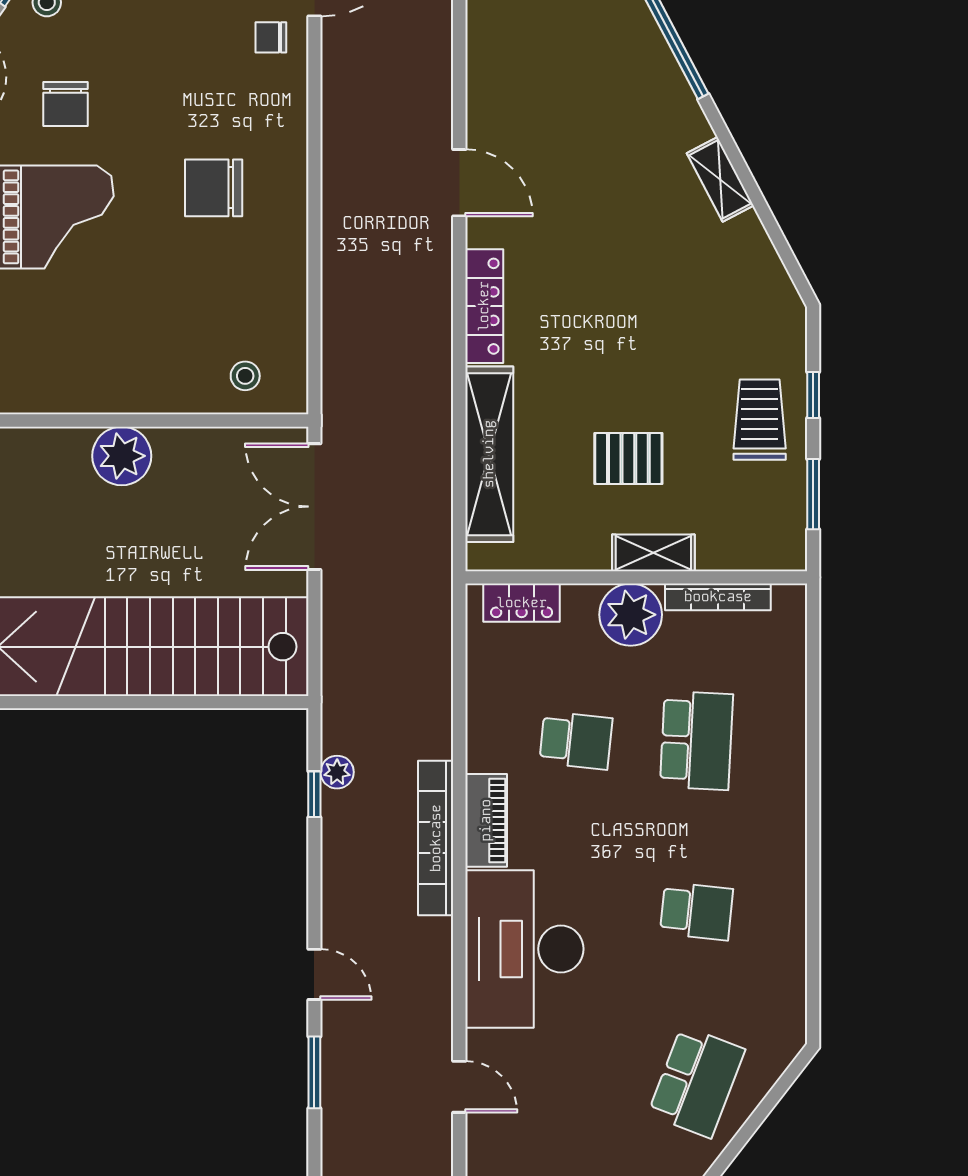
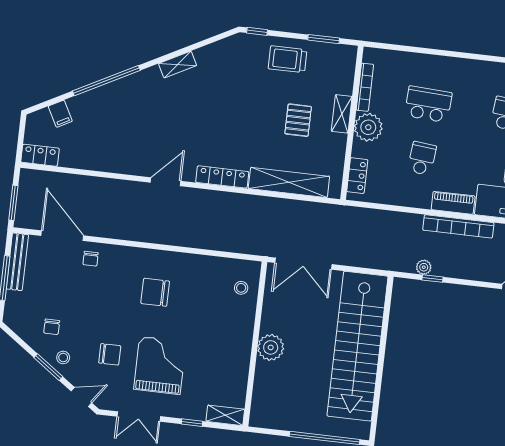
chair: (214, 188) -> (155, 292), turned 90
window: (813, 395) -> (257, 31), moved

